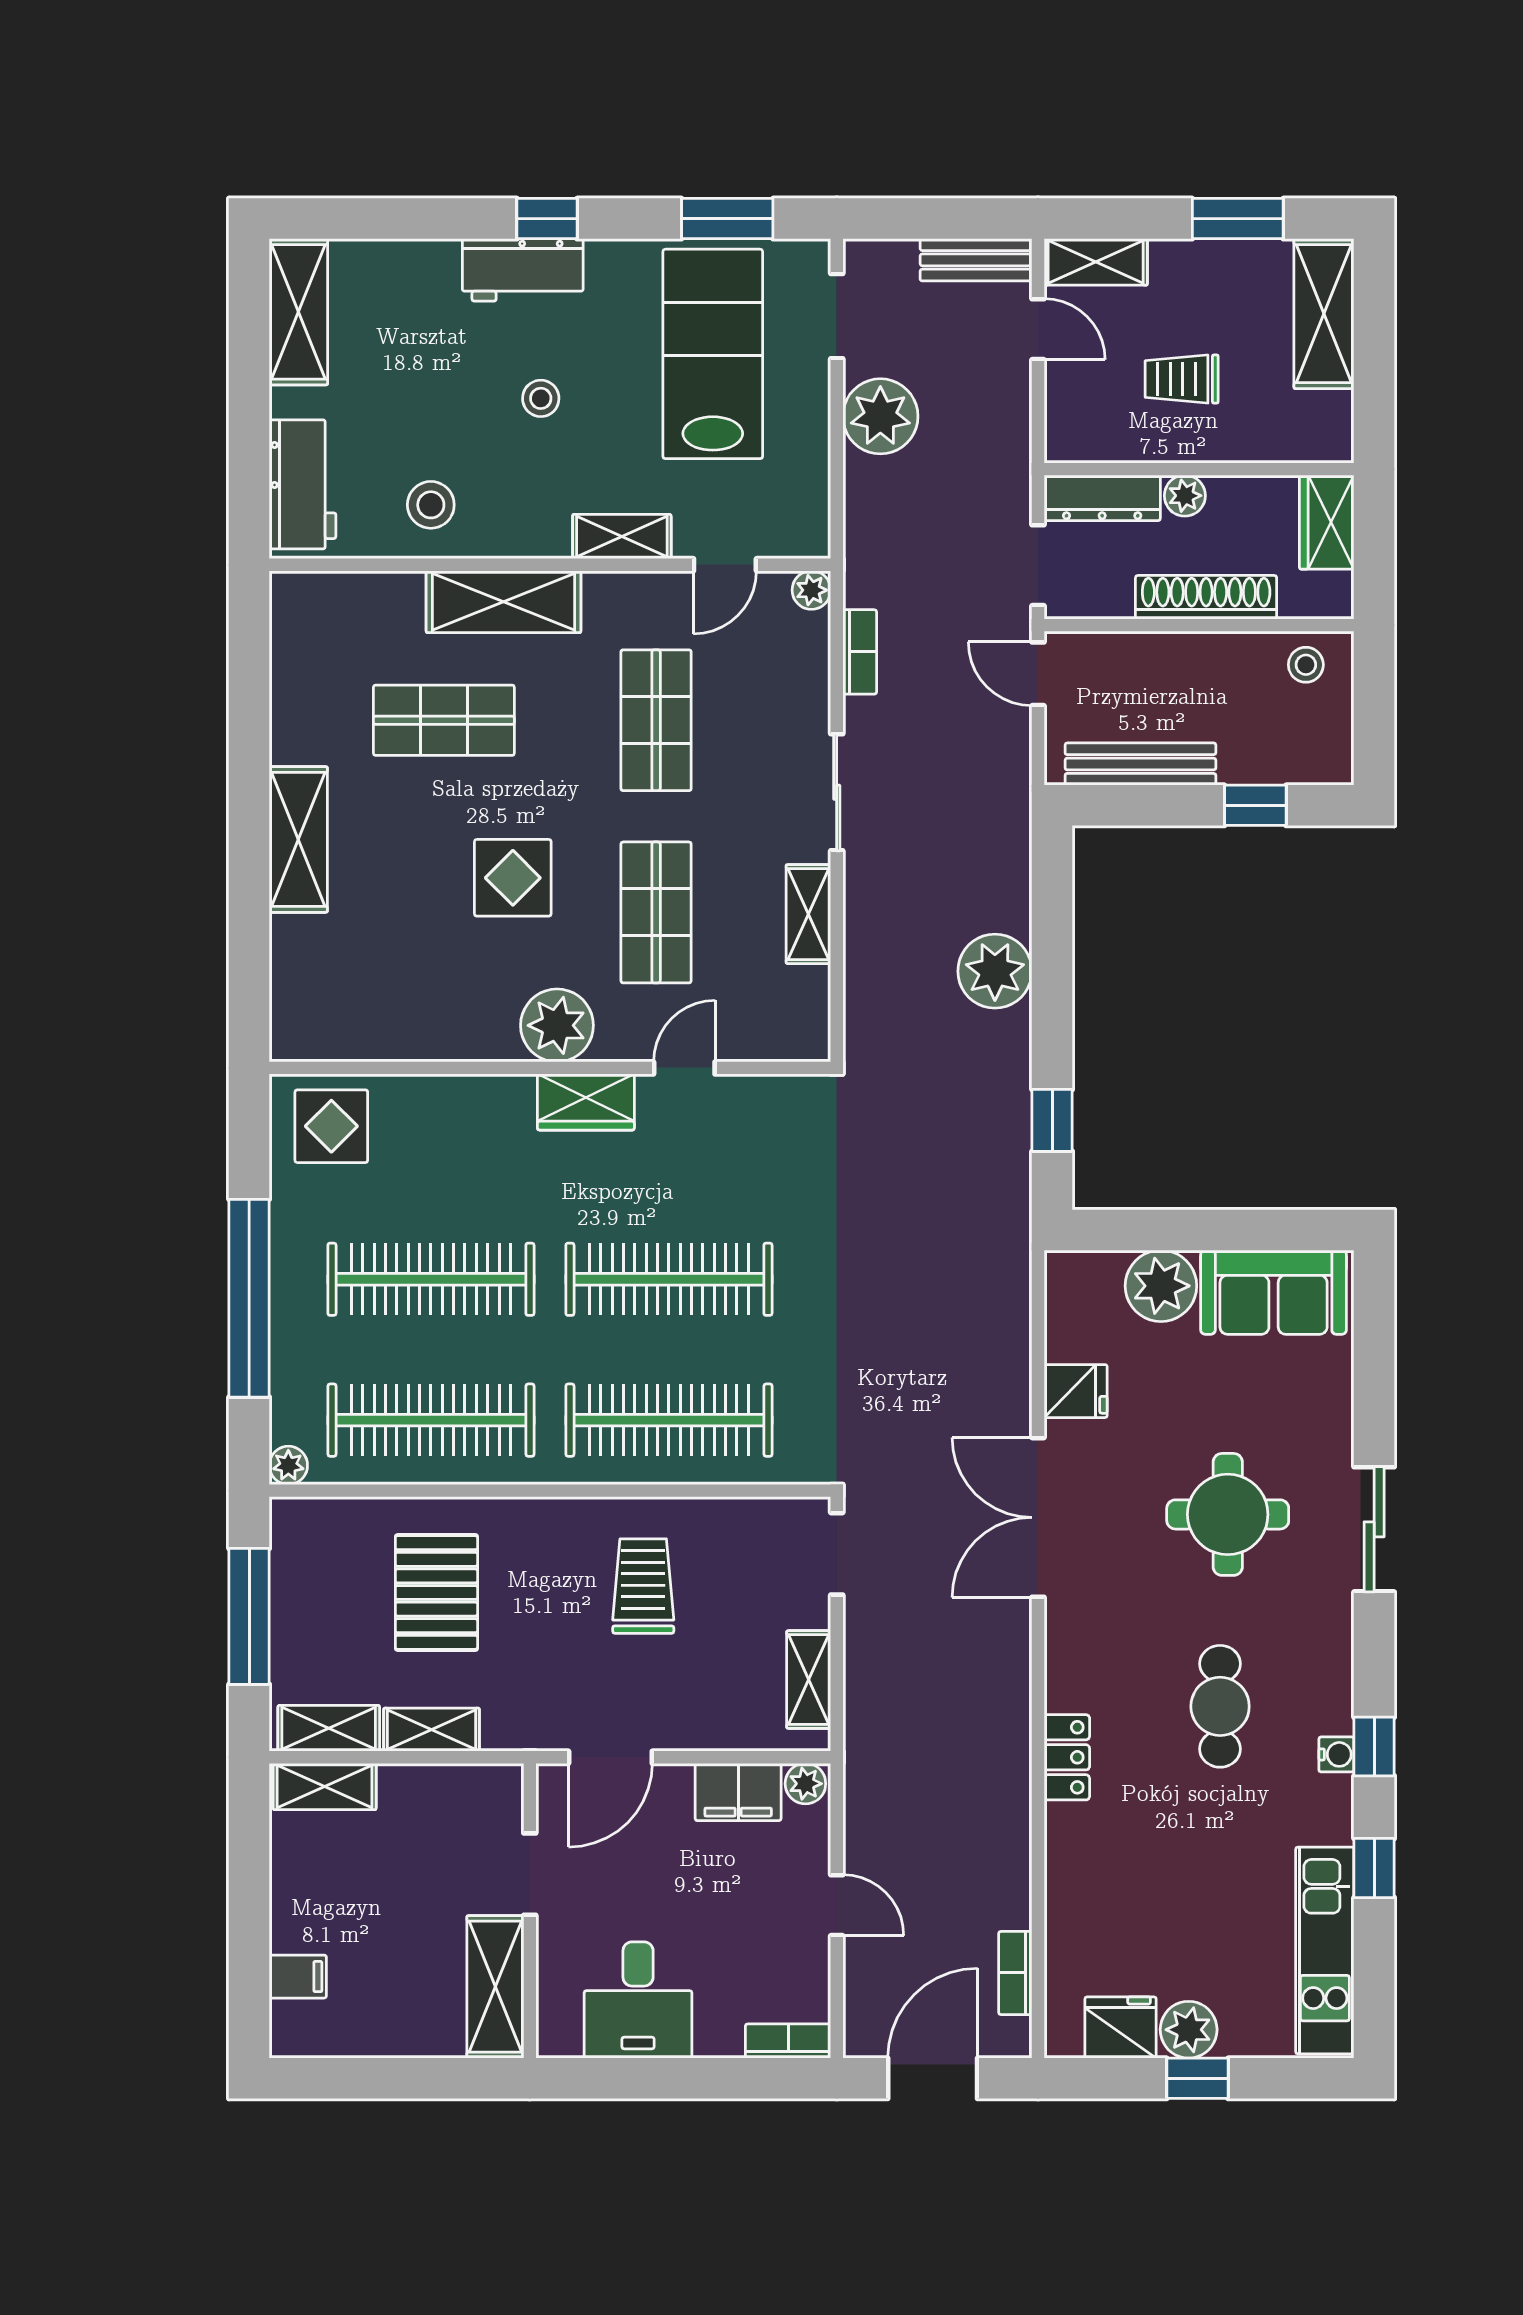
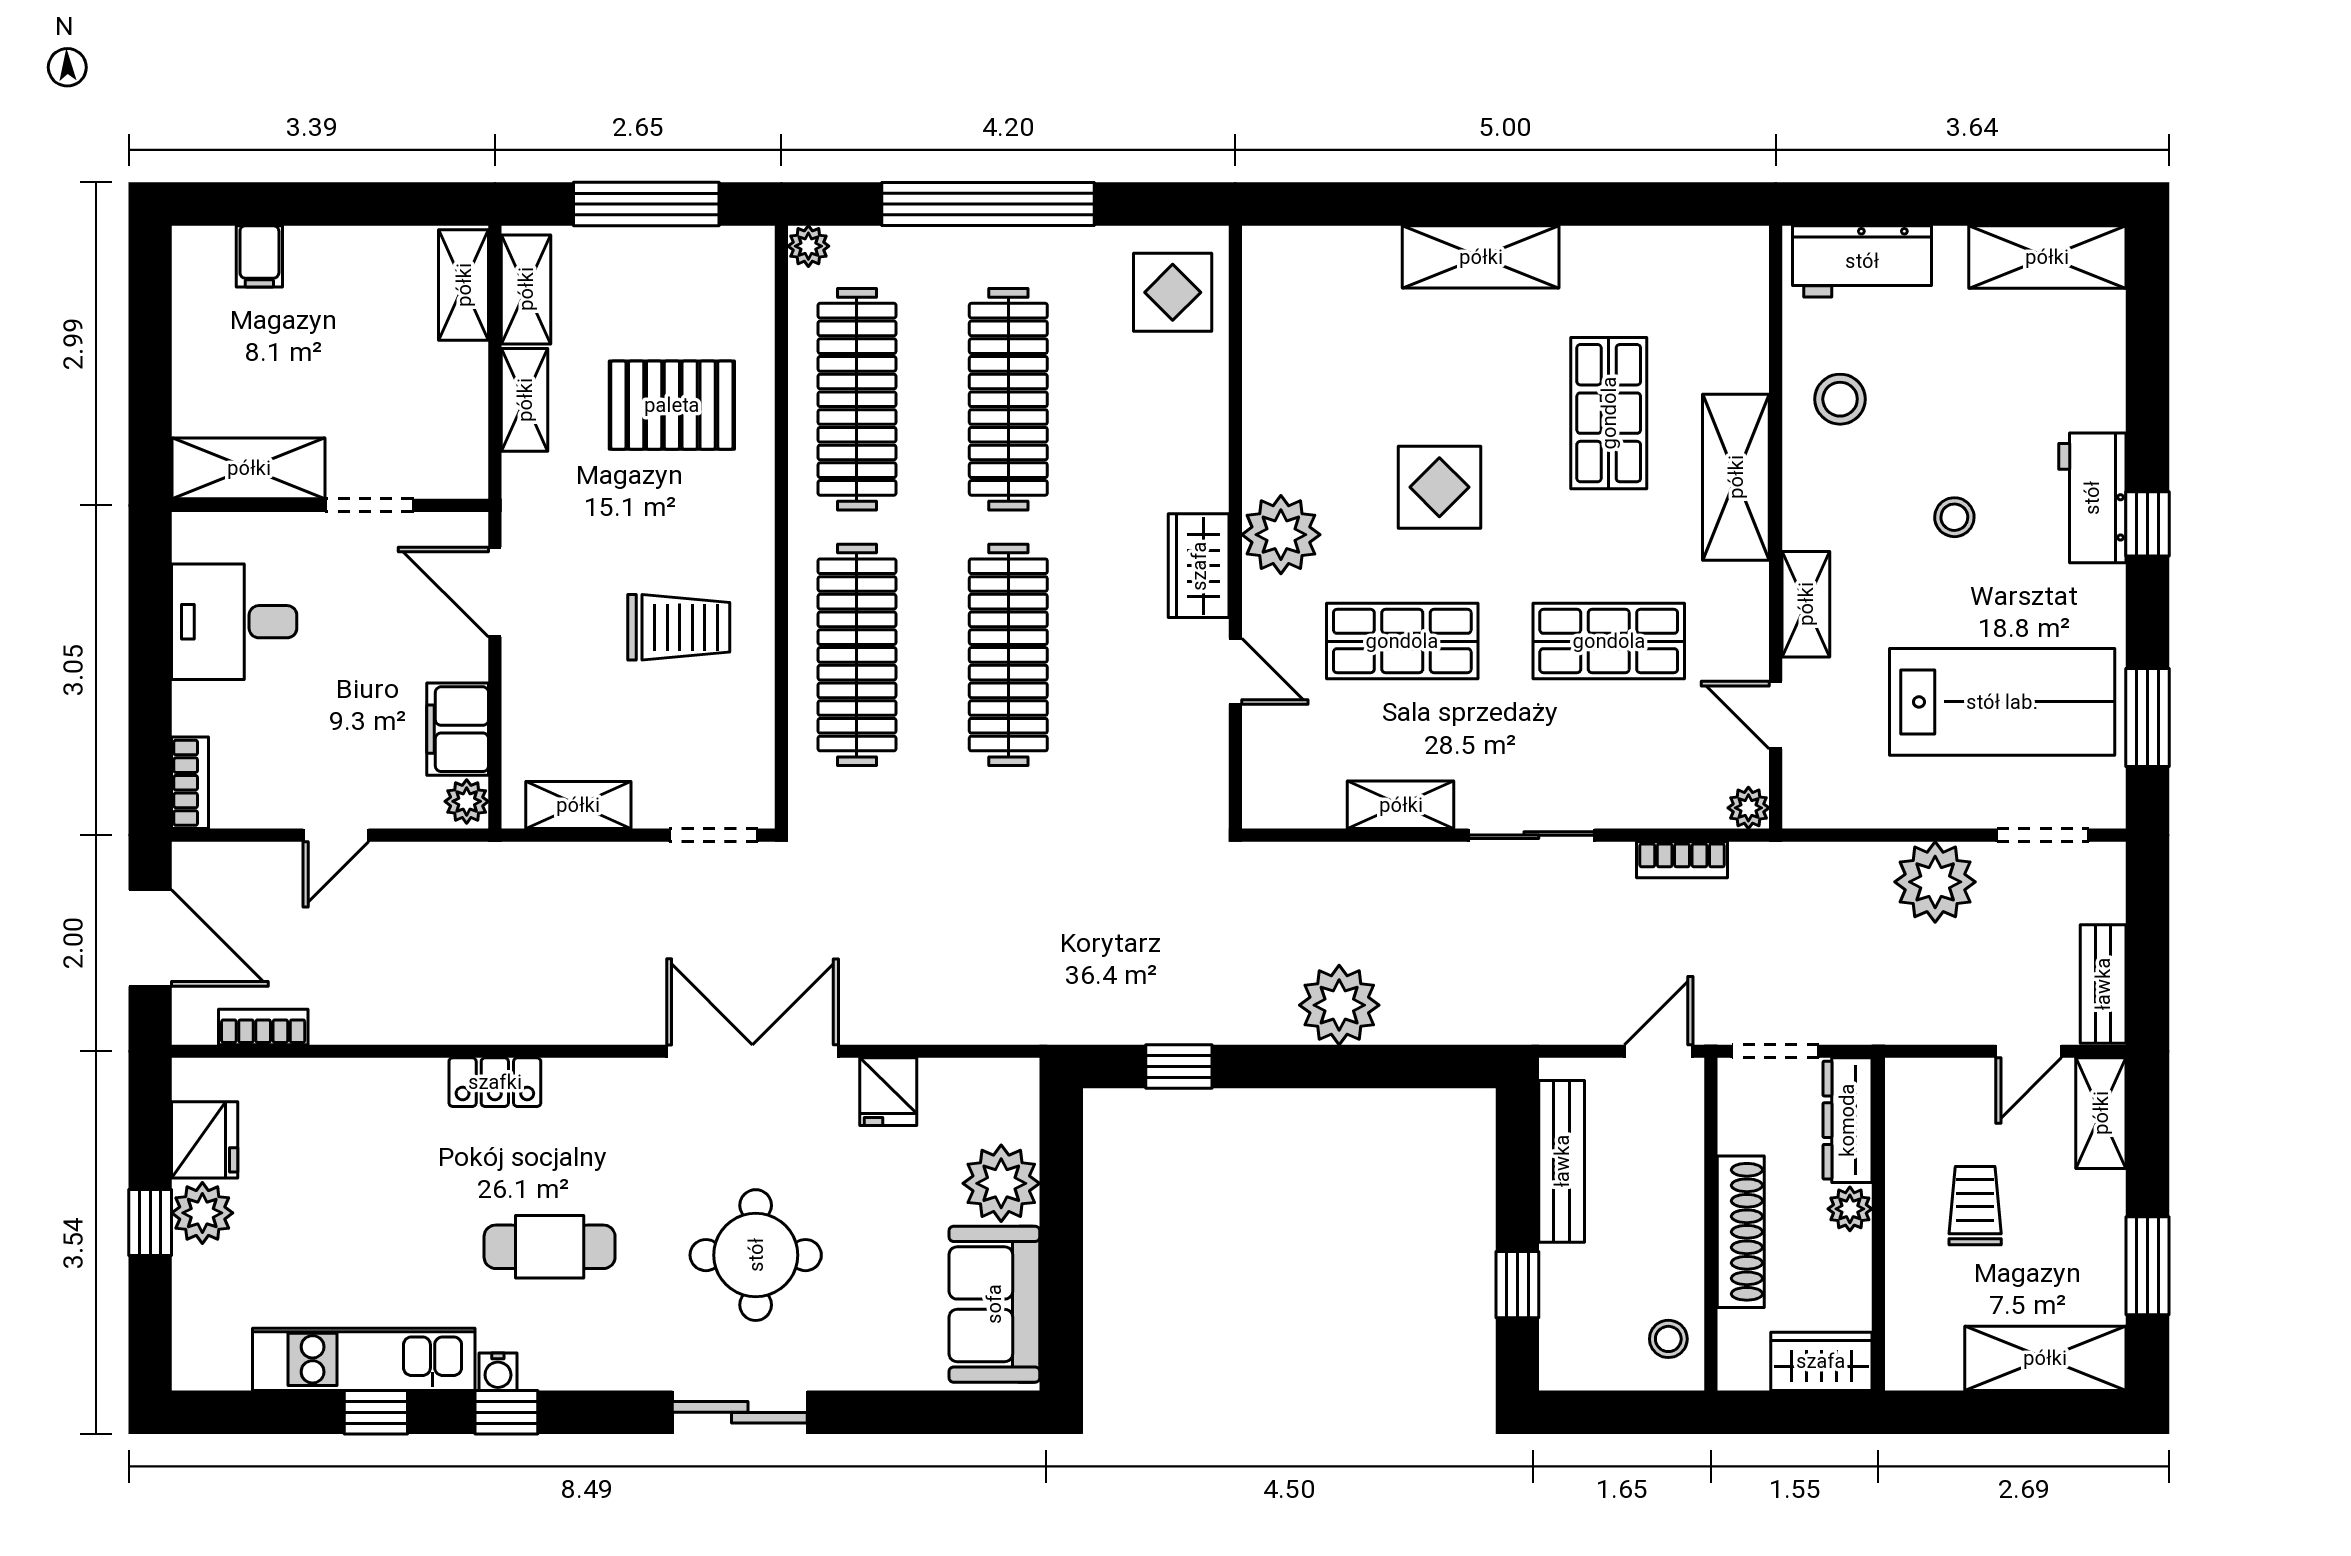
kitchen unit: (1325, 1950) -> (364, 1359), moved

